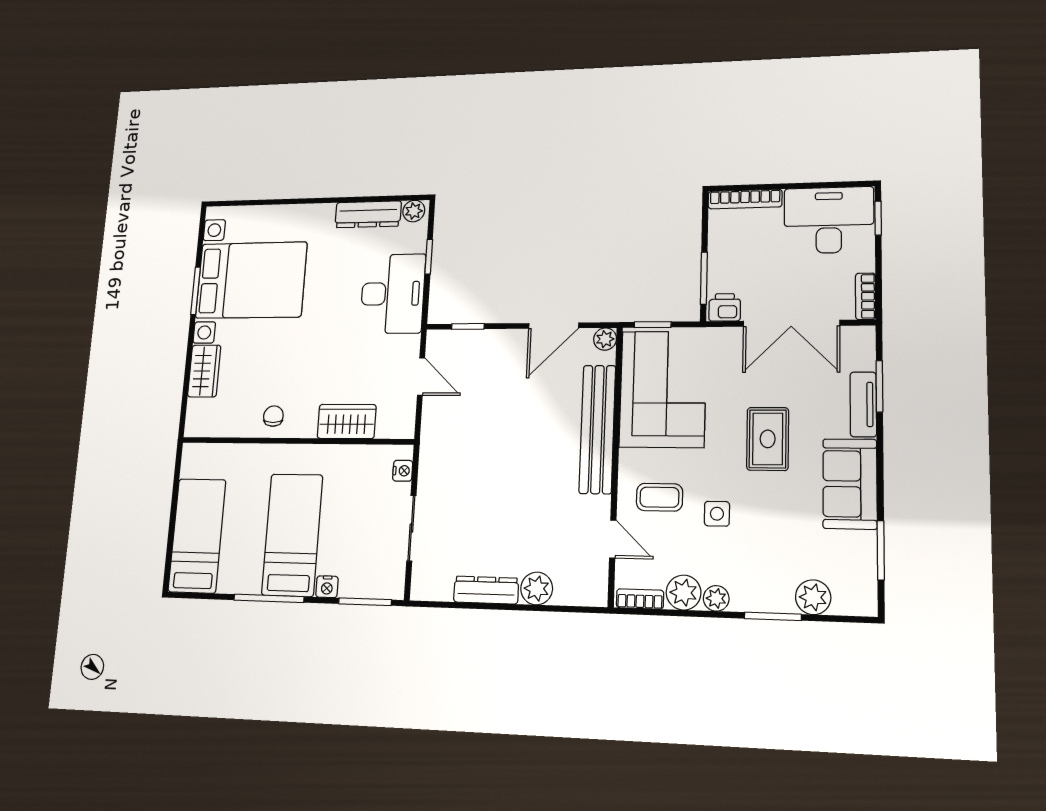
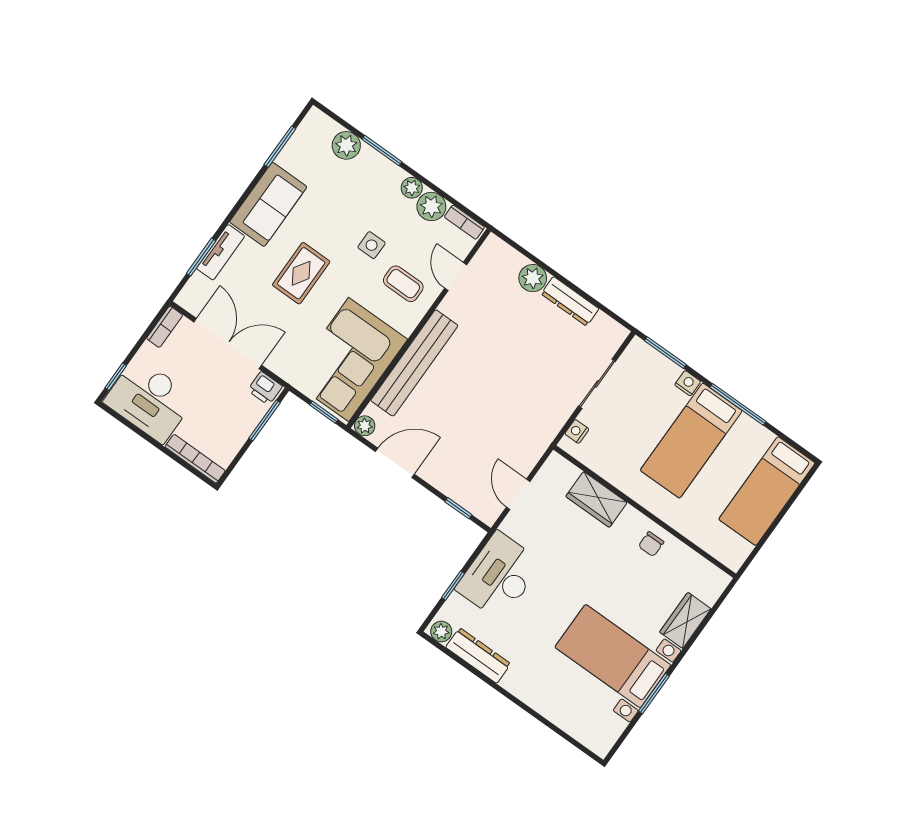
bed with nightstands: (251, 280) -> (613, 656), width x0.73

